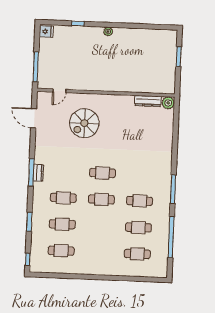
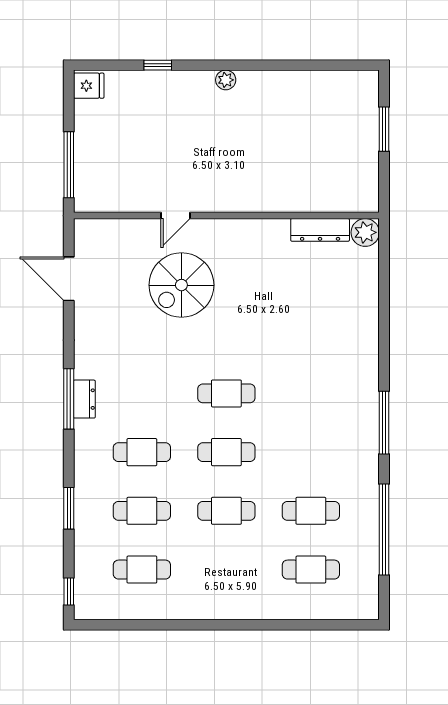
door: (59, 91) -> (176, 216), moved
cafe table: (140, 201) -> (226, 511), moved

